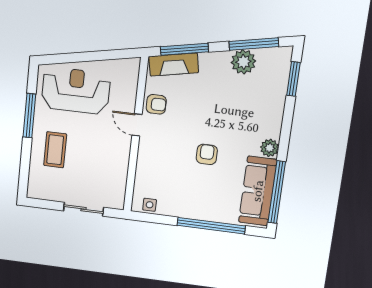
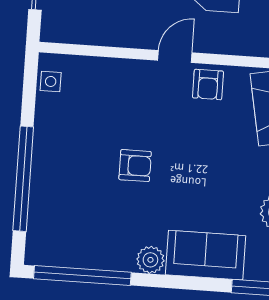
sofa: (258, 191) -> (206, 255), moved, width x0.73

